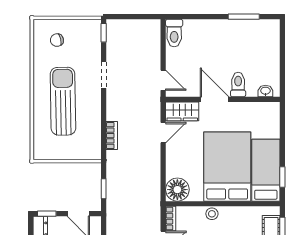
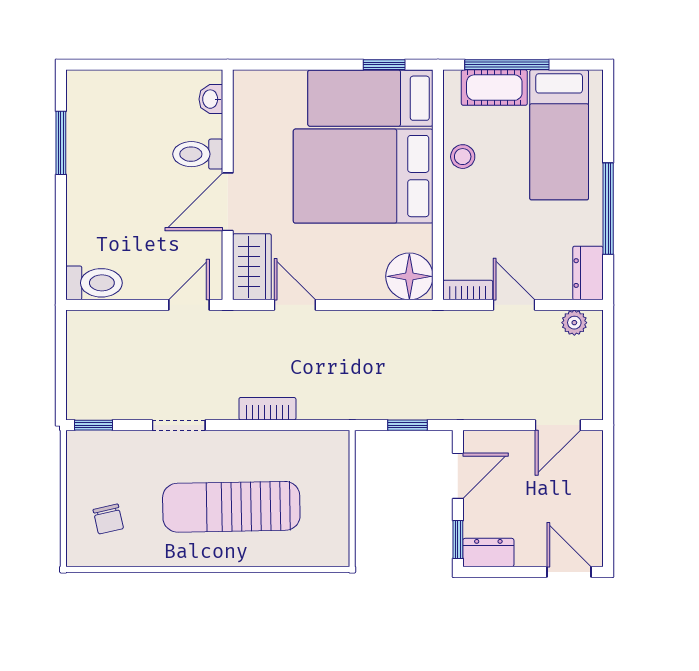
bookcase: (112, 136) -> (267, 409), moved
stool: (212, 214) -> (463, 157), moved

